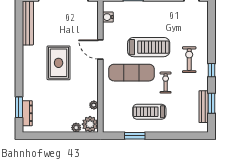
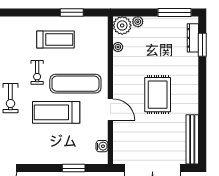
window: (44, 136) -> (174, 12), added

